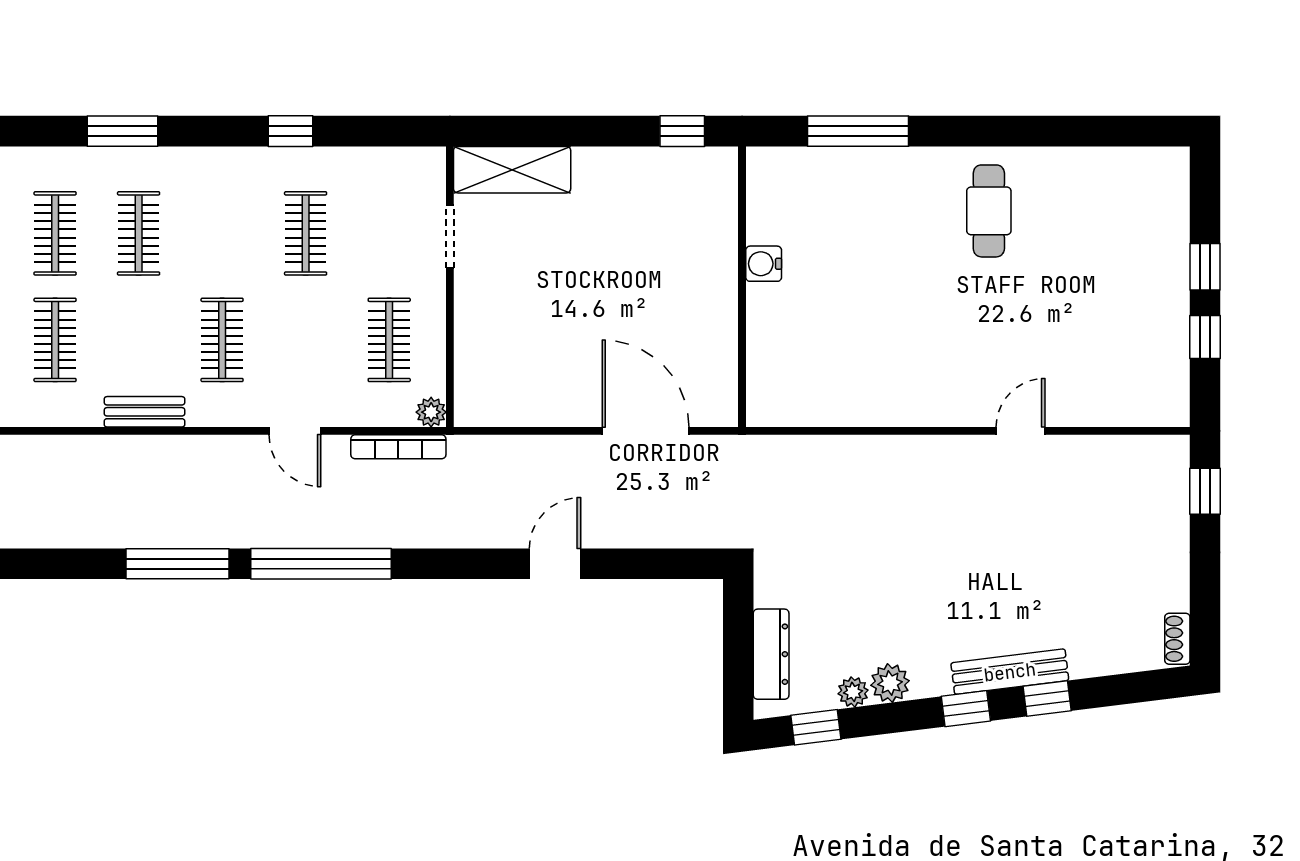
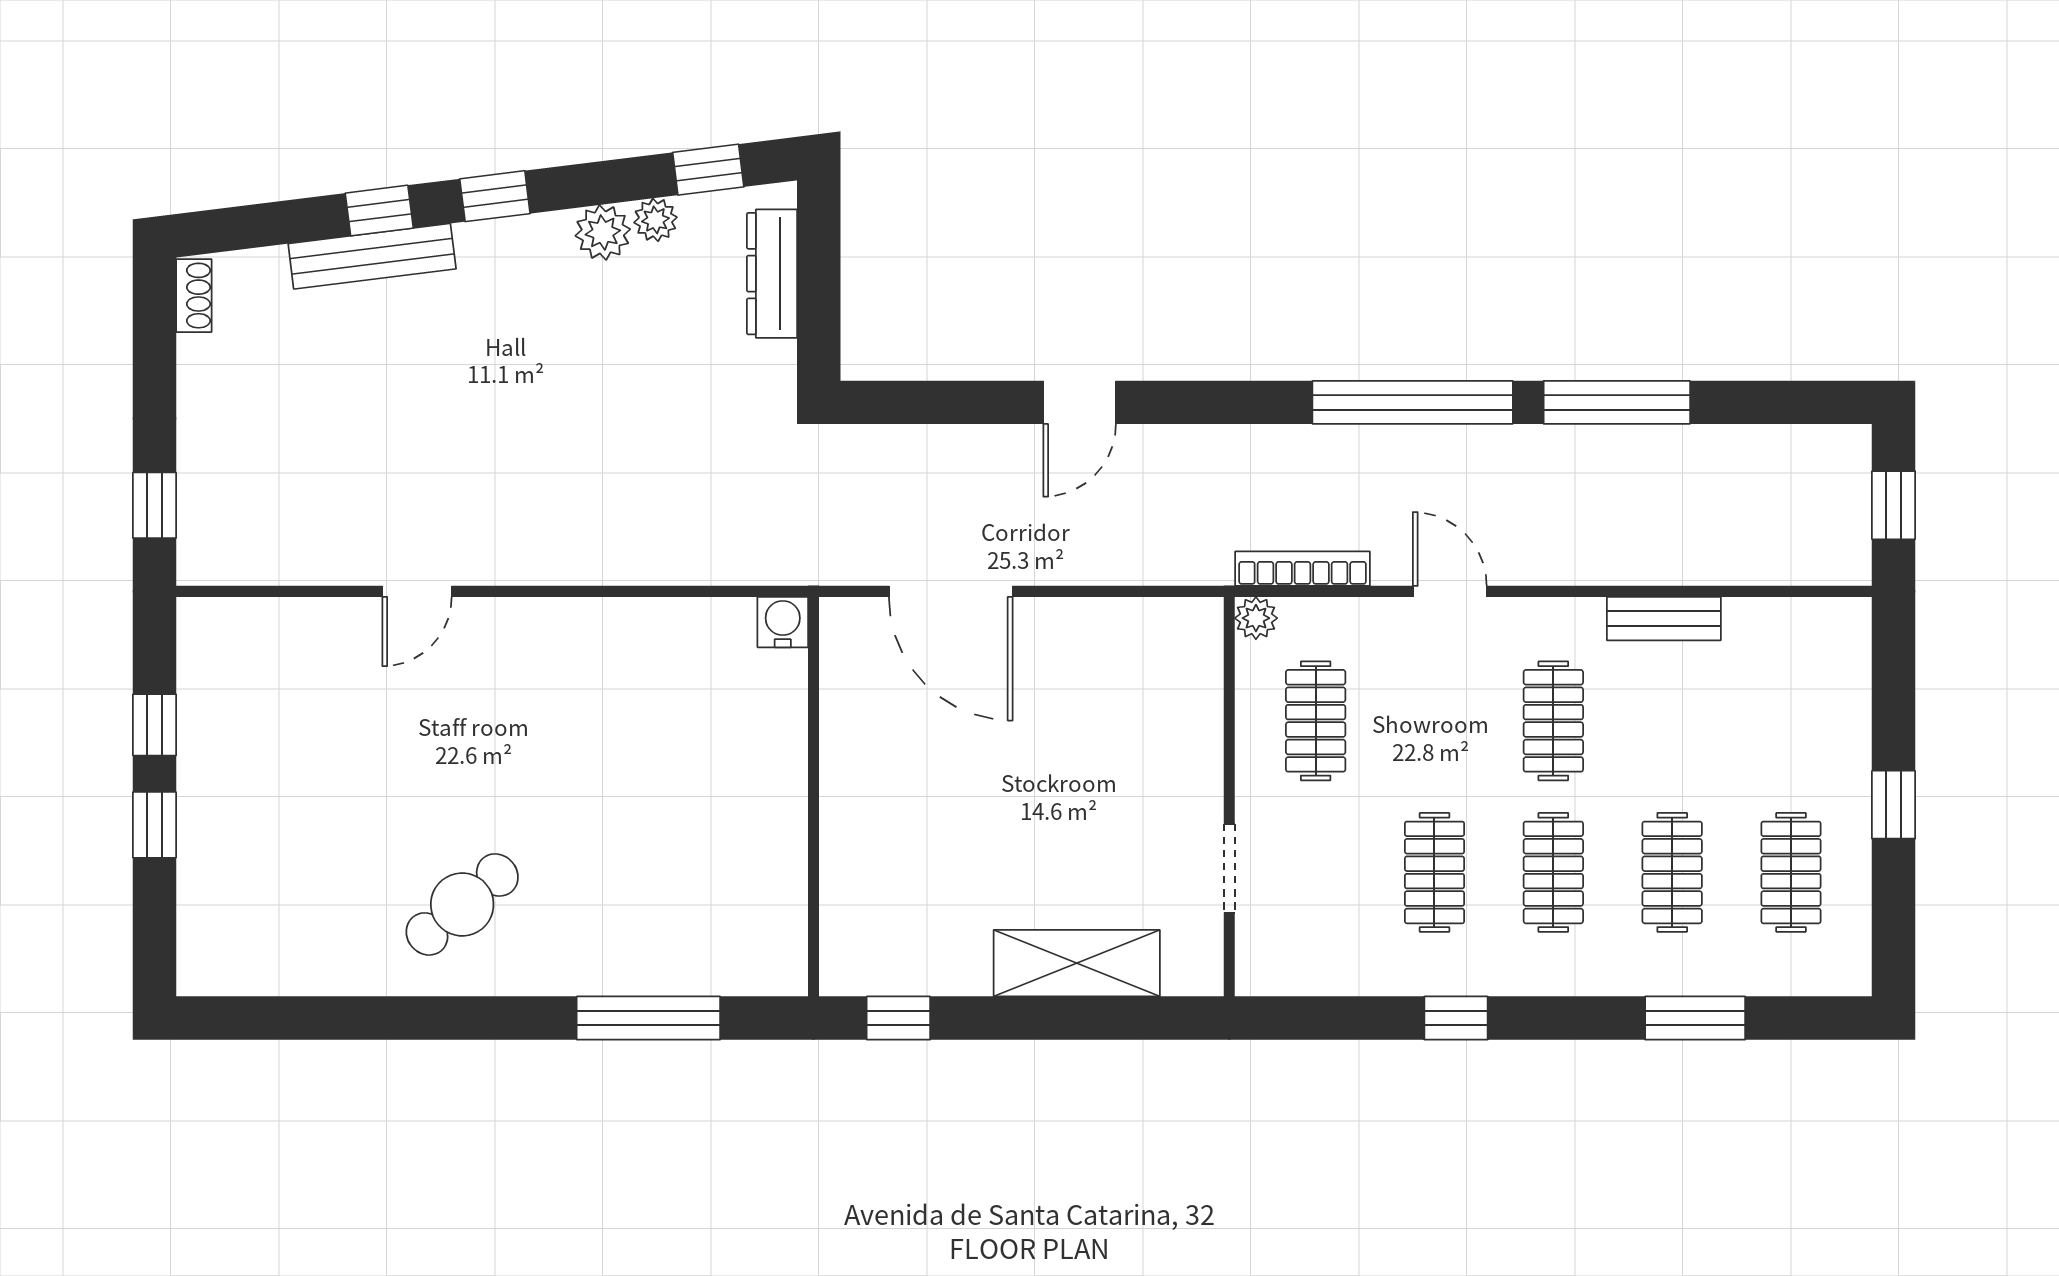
shelving: (512, 170) -> (1077, 963), moved
cafe table: (989, 211) -> (462, 904), turned 50
water cooler: (764, 264) -> (783, 622), moved, turned -90
clothes rail: (55, 340) -> (1553, 872), moved
bench: (1010, 672) -> (372, 256), moved

